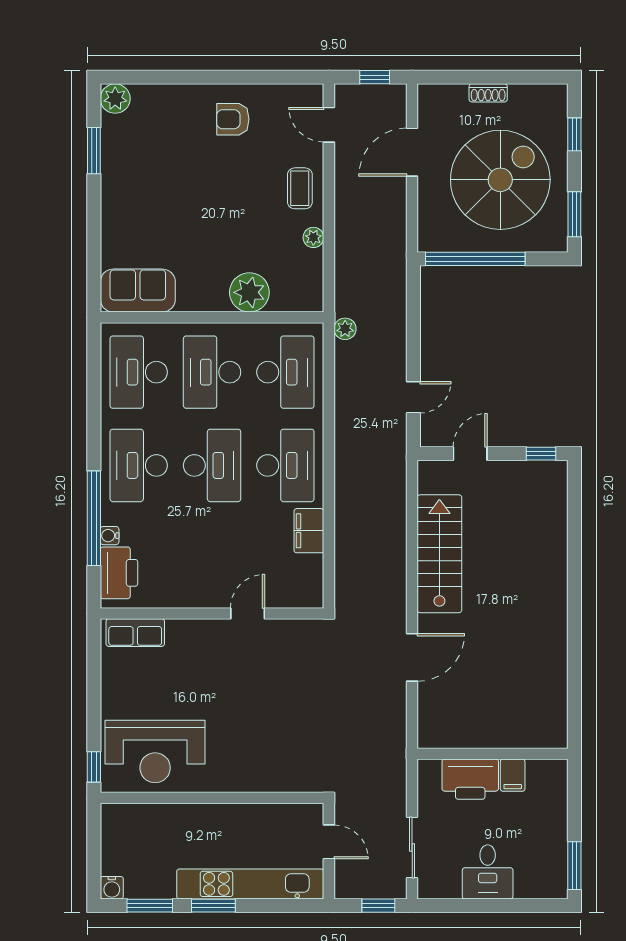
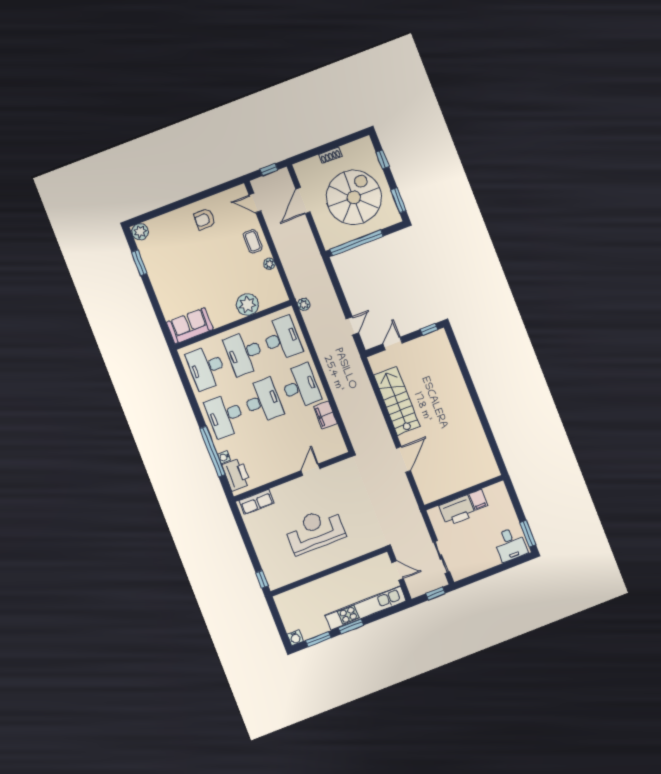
reception desk: (155, 751) -> (315, 531), moved, turned 180
desk: (488, 872) -> (510, 544), moved

